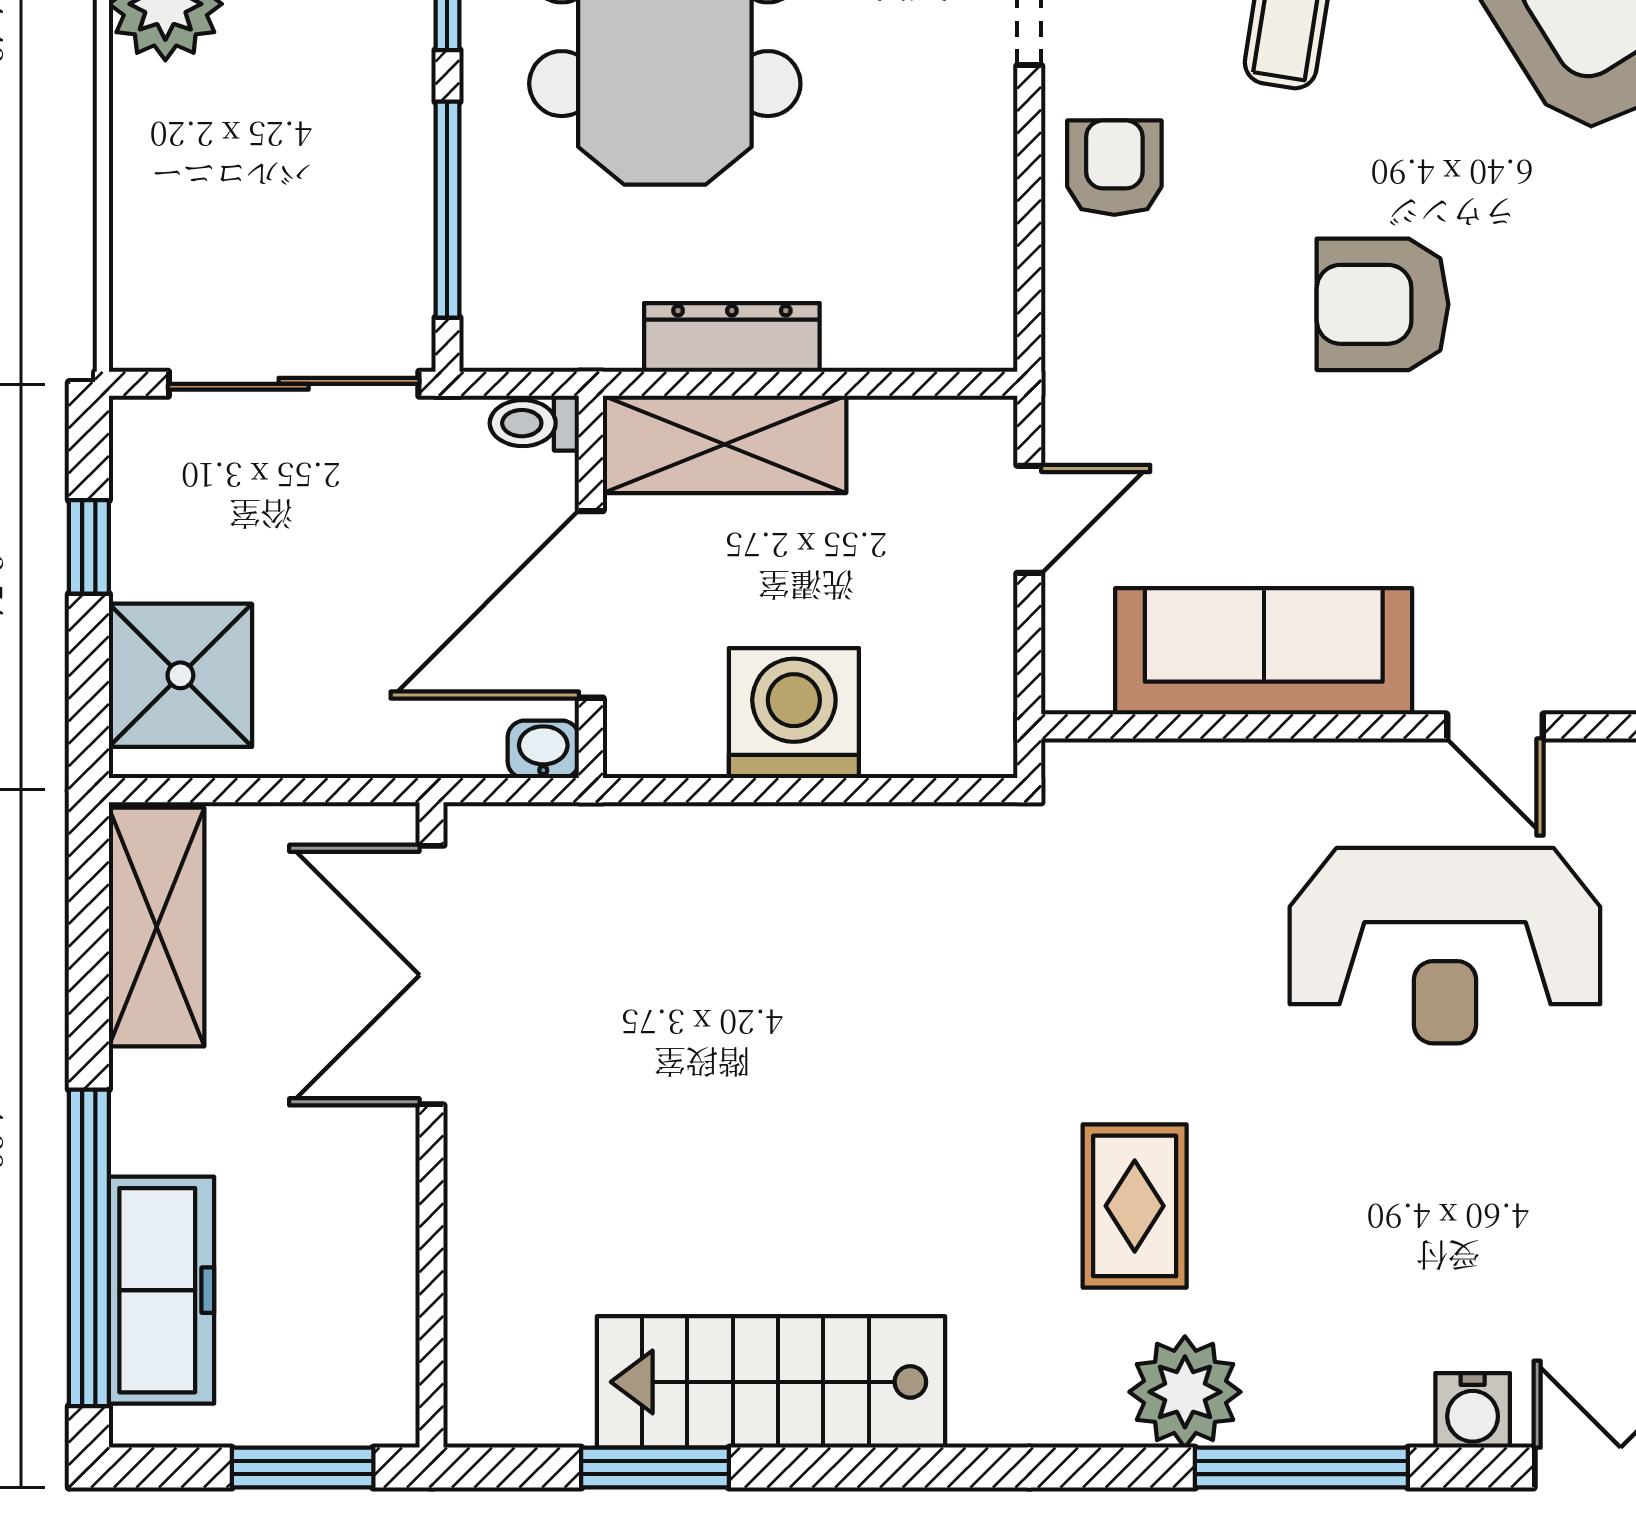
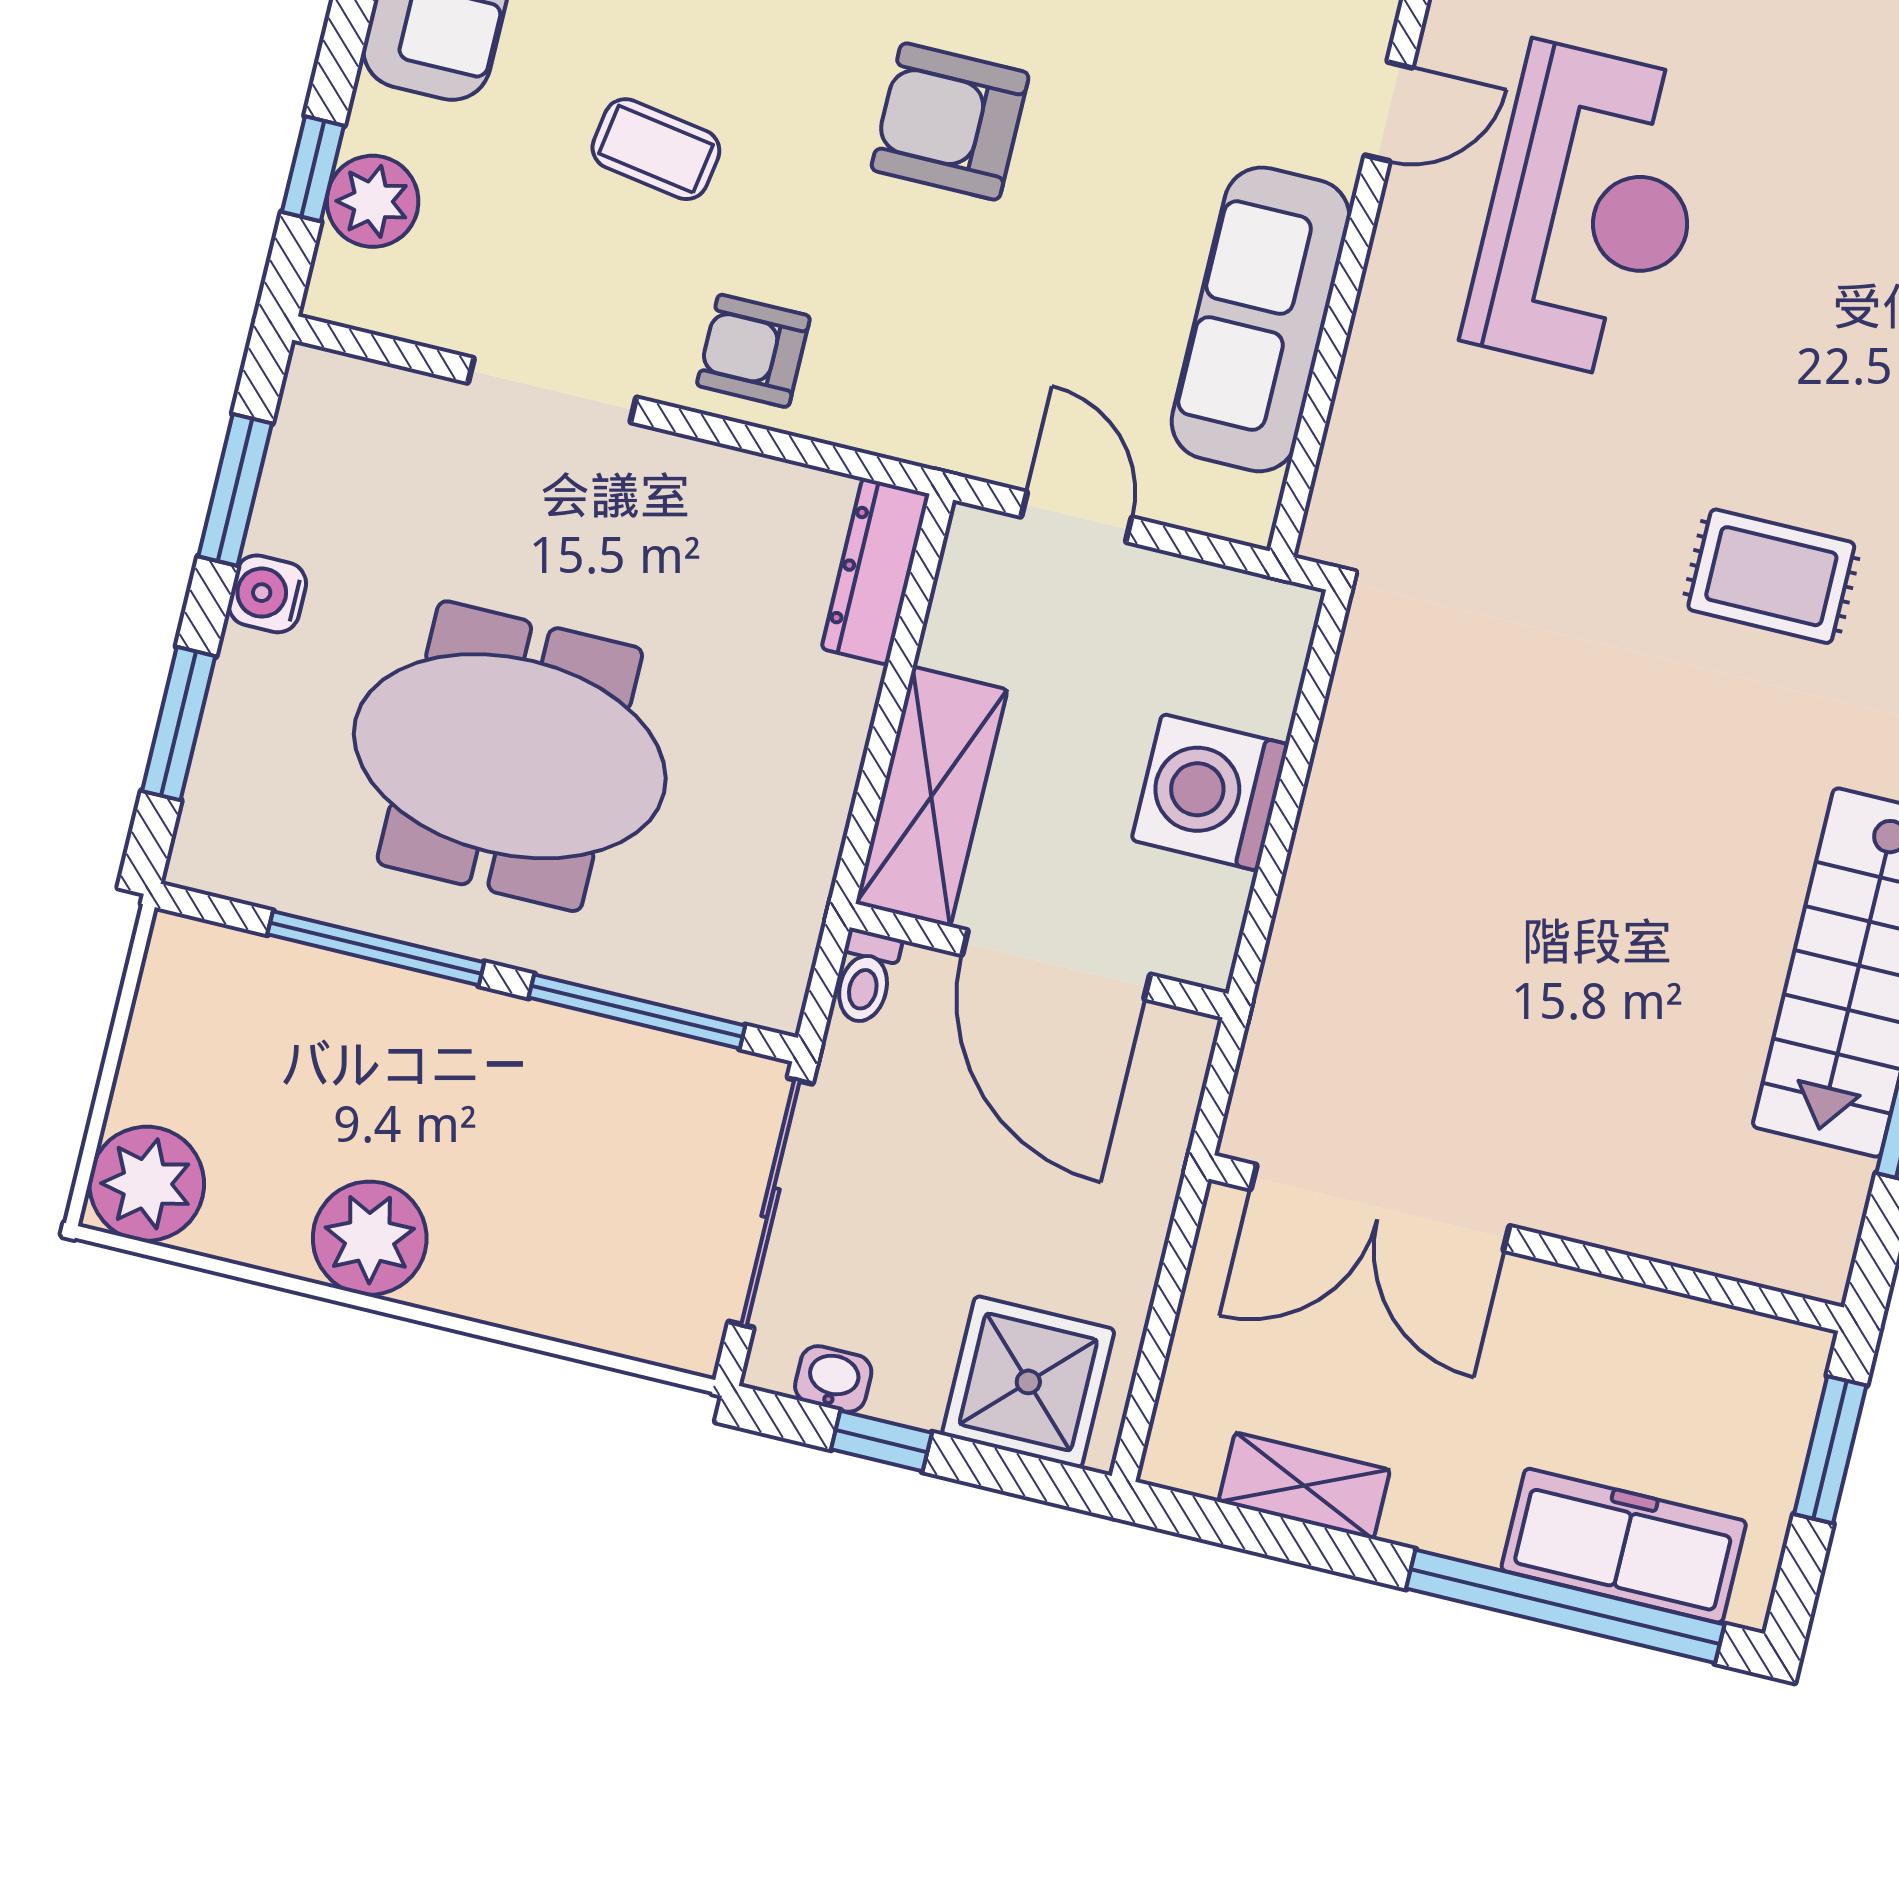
armchair: (1383, 304) -> (950, 121), turned 90
dresser: (732, 337) -> (875, 571), moved
washbasin: (543, 749) -> (833, 1379), moved, turned 90
shelving: (157, 927) -> (1304, 1486), width x0.67, depth x0.75

